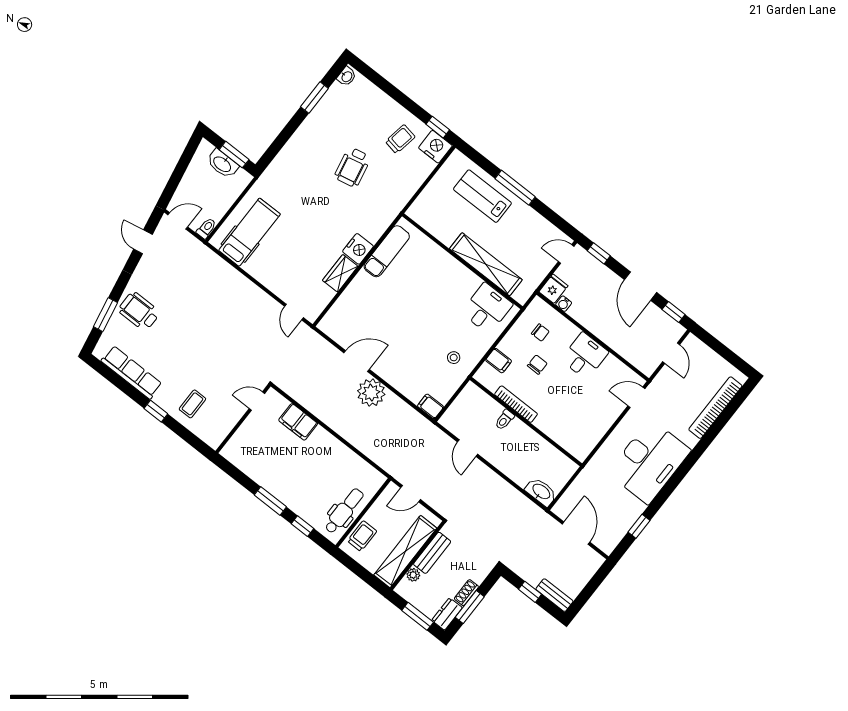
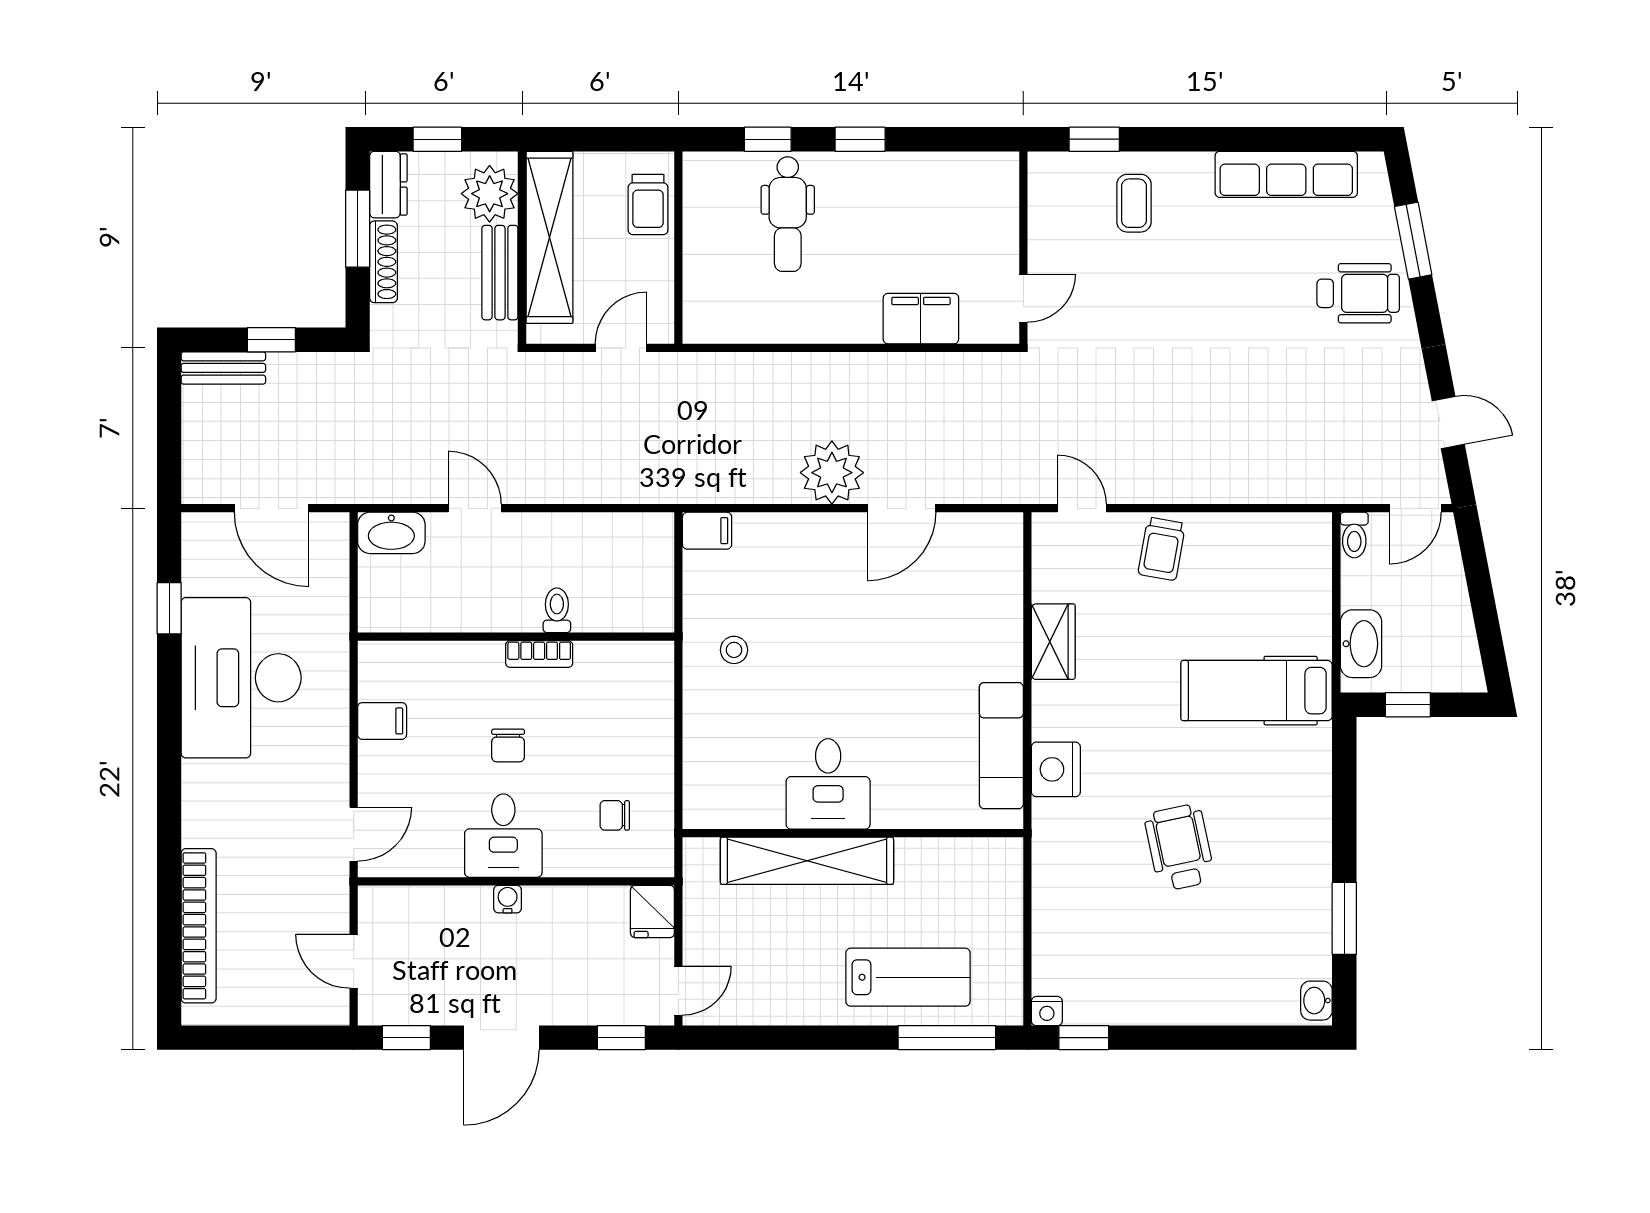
trolley: (400, 139) -> (1162, 549), moved
nightstand: (435, 147) -> (1047, 1011), width x0.53, depth x0.56
window: (234, 155) -> (1408, 705), width x0.67
washbasin: (222, 164) -> (1361, 644), moved, turned 90
window: (515, 188) -> (947, 1038), moved
hospital bed: (249, 232) -> (1257, 691), moved, turned 90
nightstand: (358, 249) -> (1056, 769), moved
door: (641, 286) -> (501, 1038), swing flipped
water cooler: (564, 304) -> (508, 899), moved
desk: (487, 308) -> (828, 784), moved
filing cabinet: (499, 361) -> (382, 721), moved, turned 180
chair: (537, 365) -> (508, 745), moved
bookcase: (516, 404) -> (539, 654), width x0.64
window: (156, 411) -> (1094, 139), moved
door: (468, 448) -> (475, 508), moved
desk: (649, 462) -> (241, 678), moved
window: (270, 501) -> (860, 139), width x0.67
dental chair: (344, 511) -> (788, 214), moved
plant: (413, 575) -> (490, 194), width x1.87, depth x1.87
shoe rack: (466, 593) -> (383, 262), width x1.43
window: (418, 616) -> (437, 139), width x0.67

